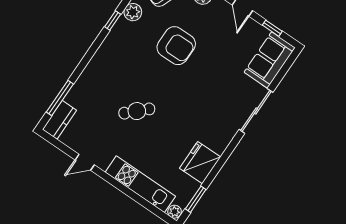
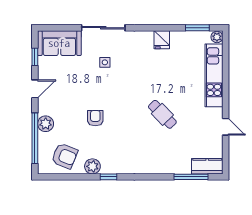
armchair: (176, 46) -> (95, 118), width x0.53, depth x0.53
side table: (222, 90) -> (105, 62), added
fridge: (200, 163) -> (162, 40), width x0.53, depth x0.75

